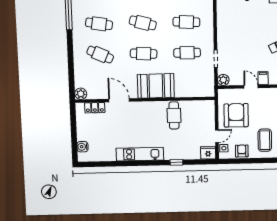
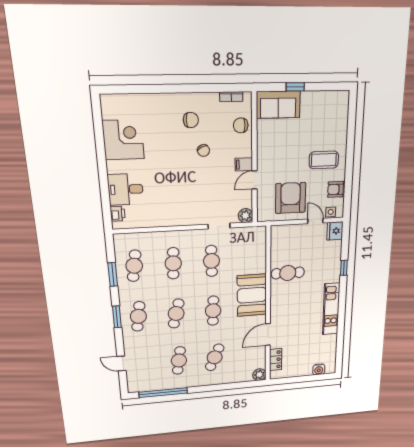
armchair: (236, 115) -> (291, 198), turned 90

